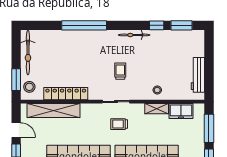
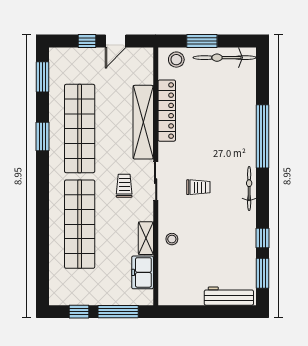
bicycle: (134, 35) -> (249, 188), moved
workbench: (198, 75) -> (229, 296), moved
window: (16, 80) -> (202, 41), moved
shelving: (54, 110) -> (143, 122), moved

